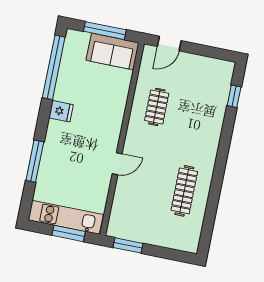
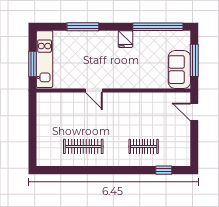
clothes rail: (157, 107) -> (144, 146), moved
window: (128, 245) -> (33, 112), removed

